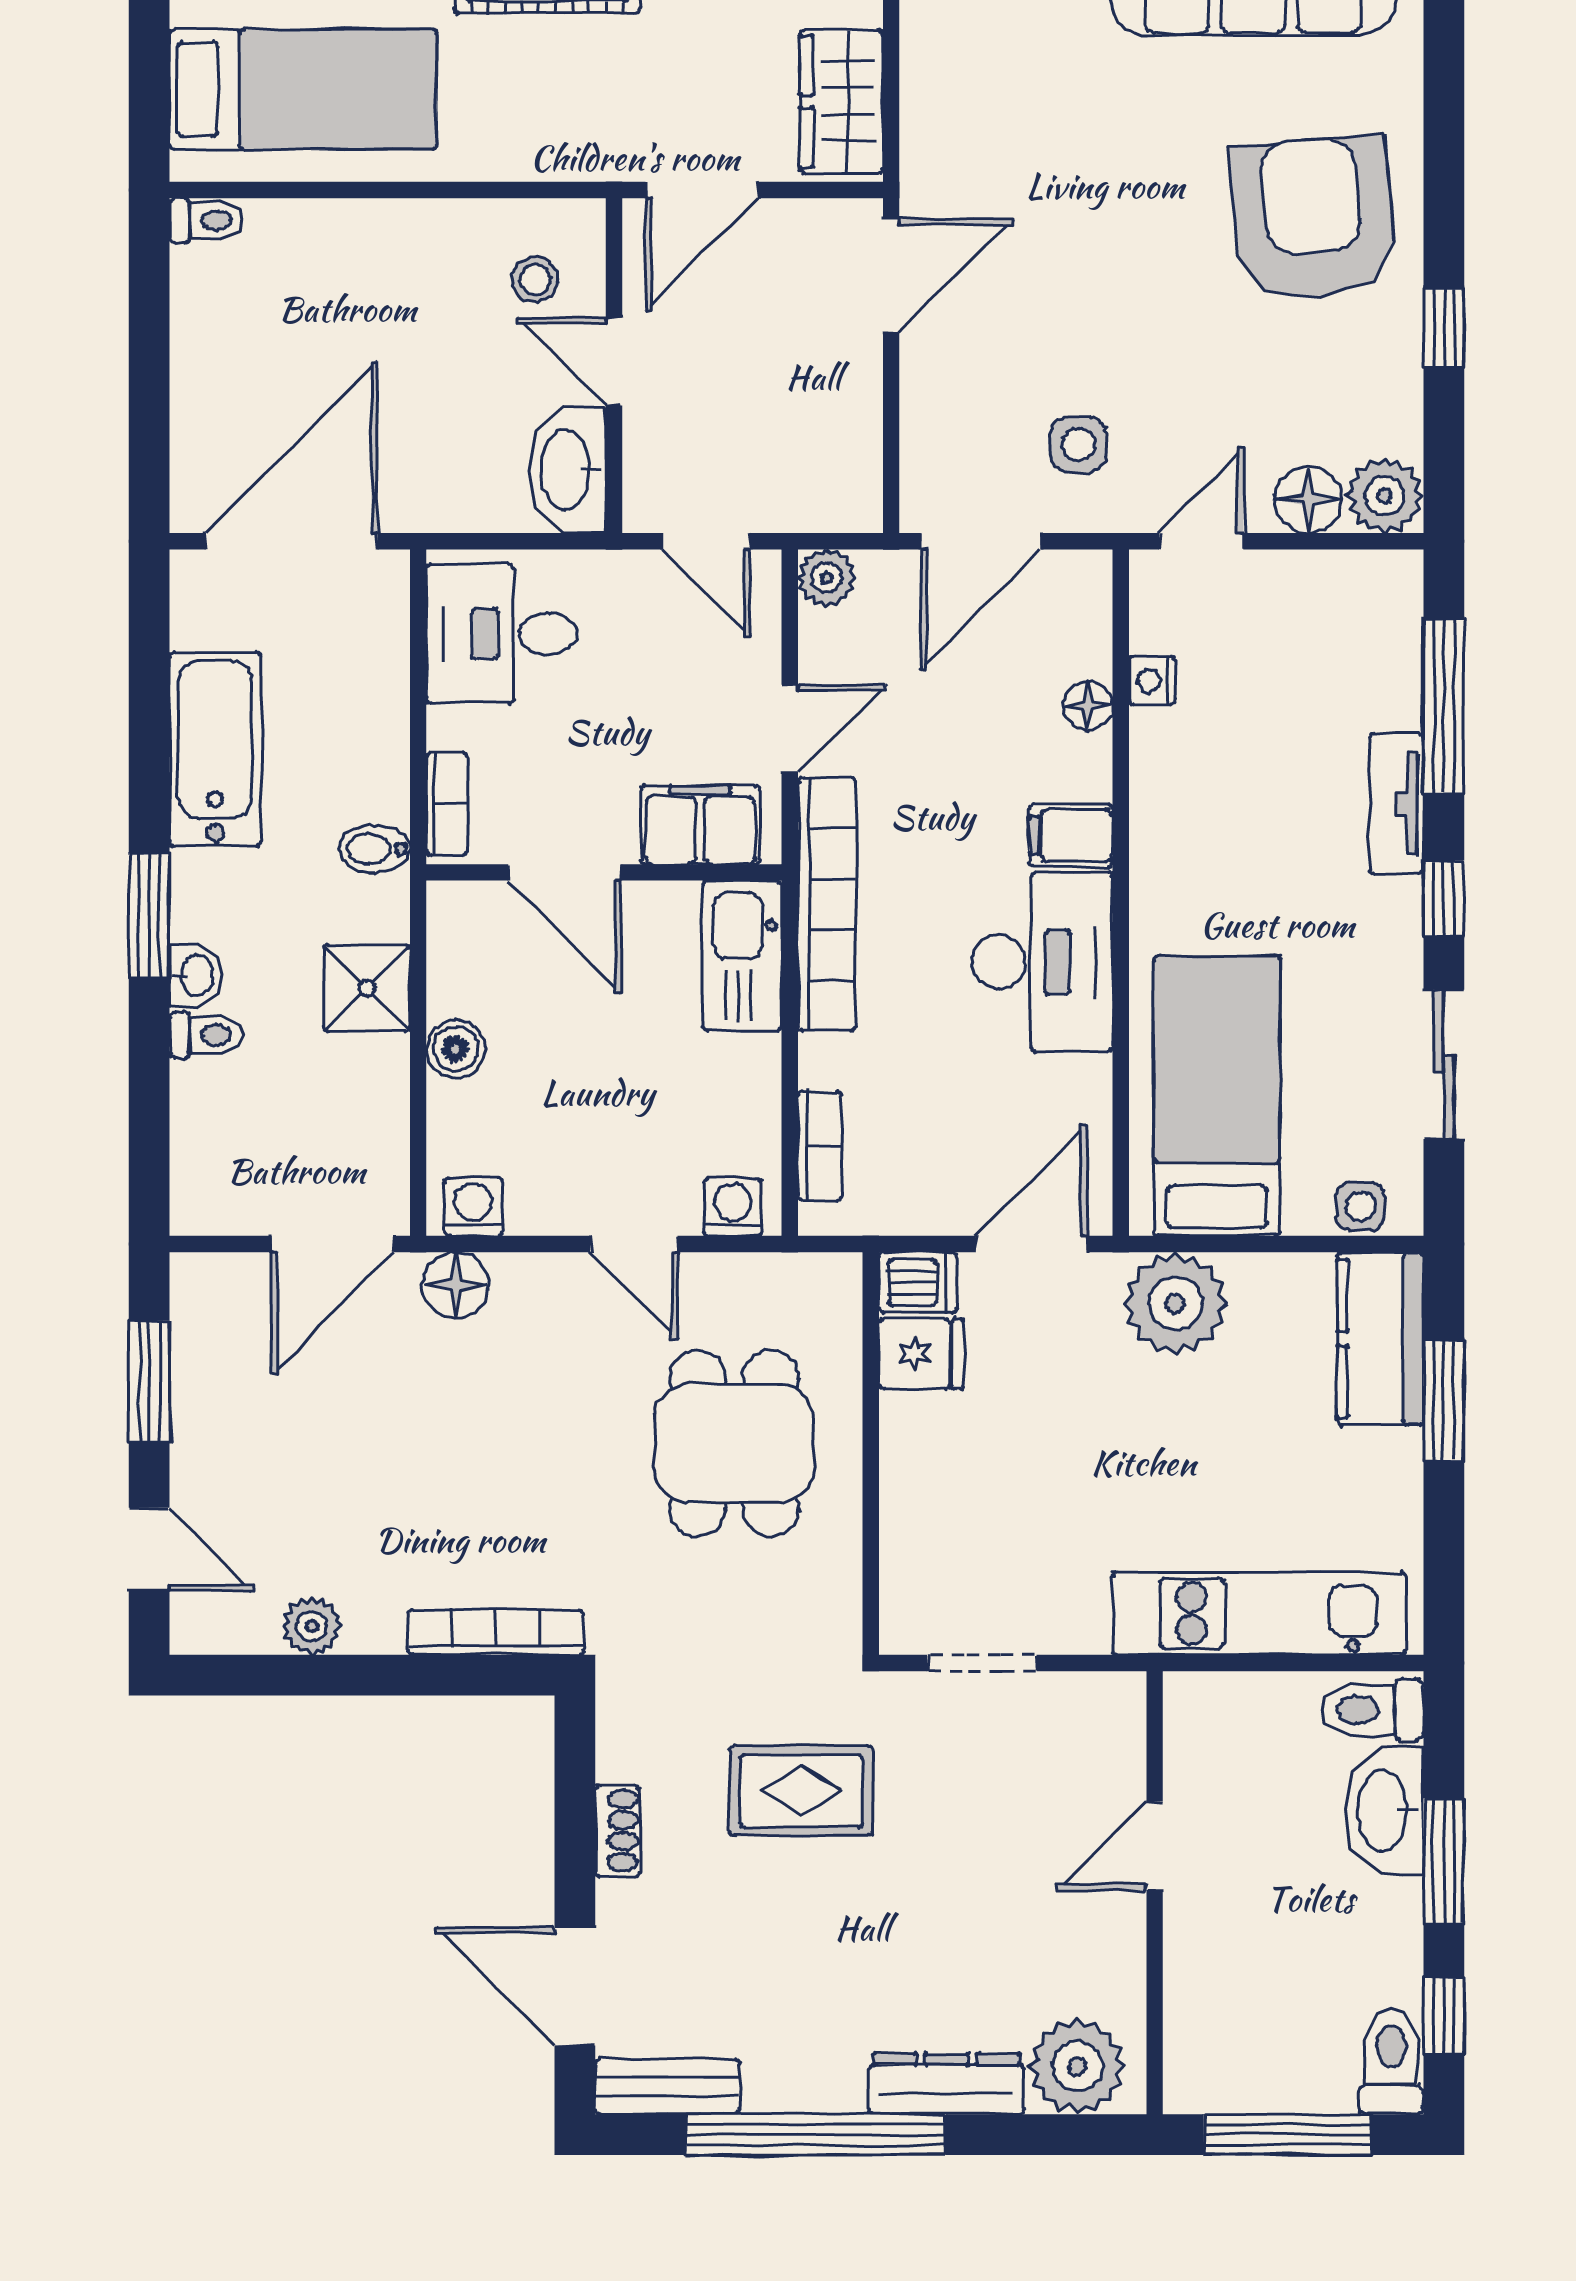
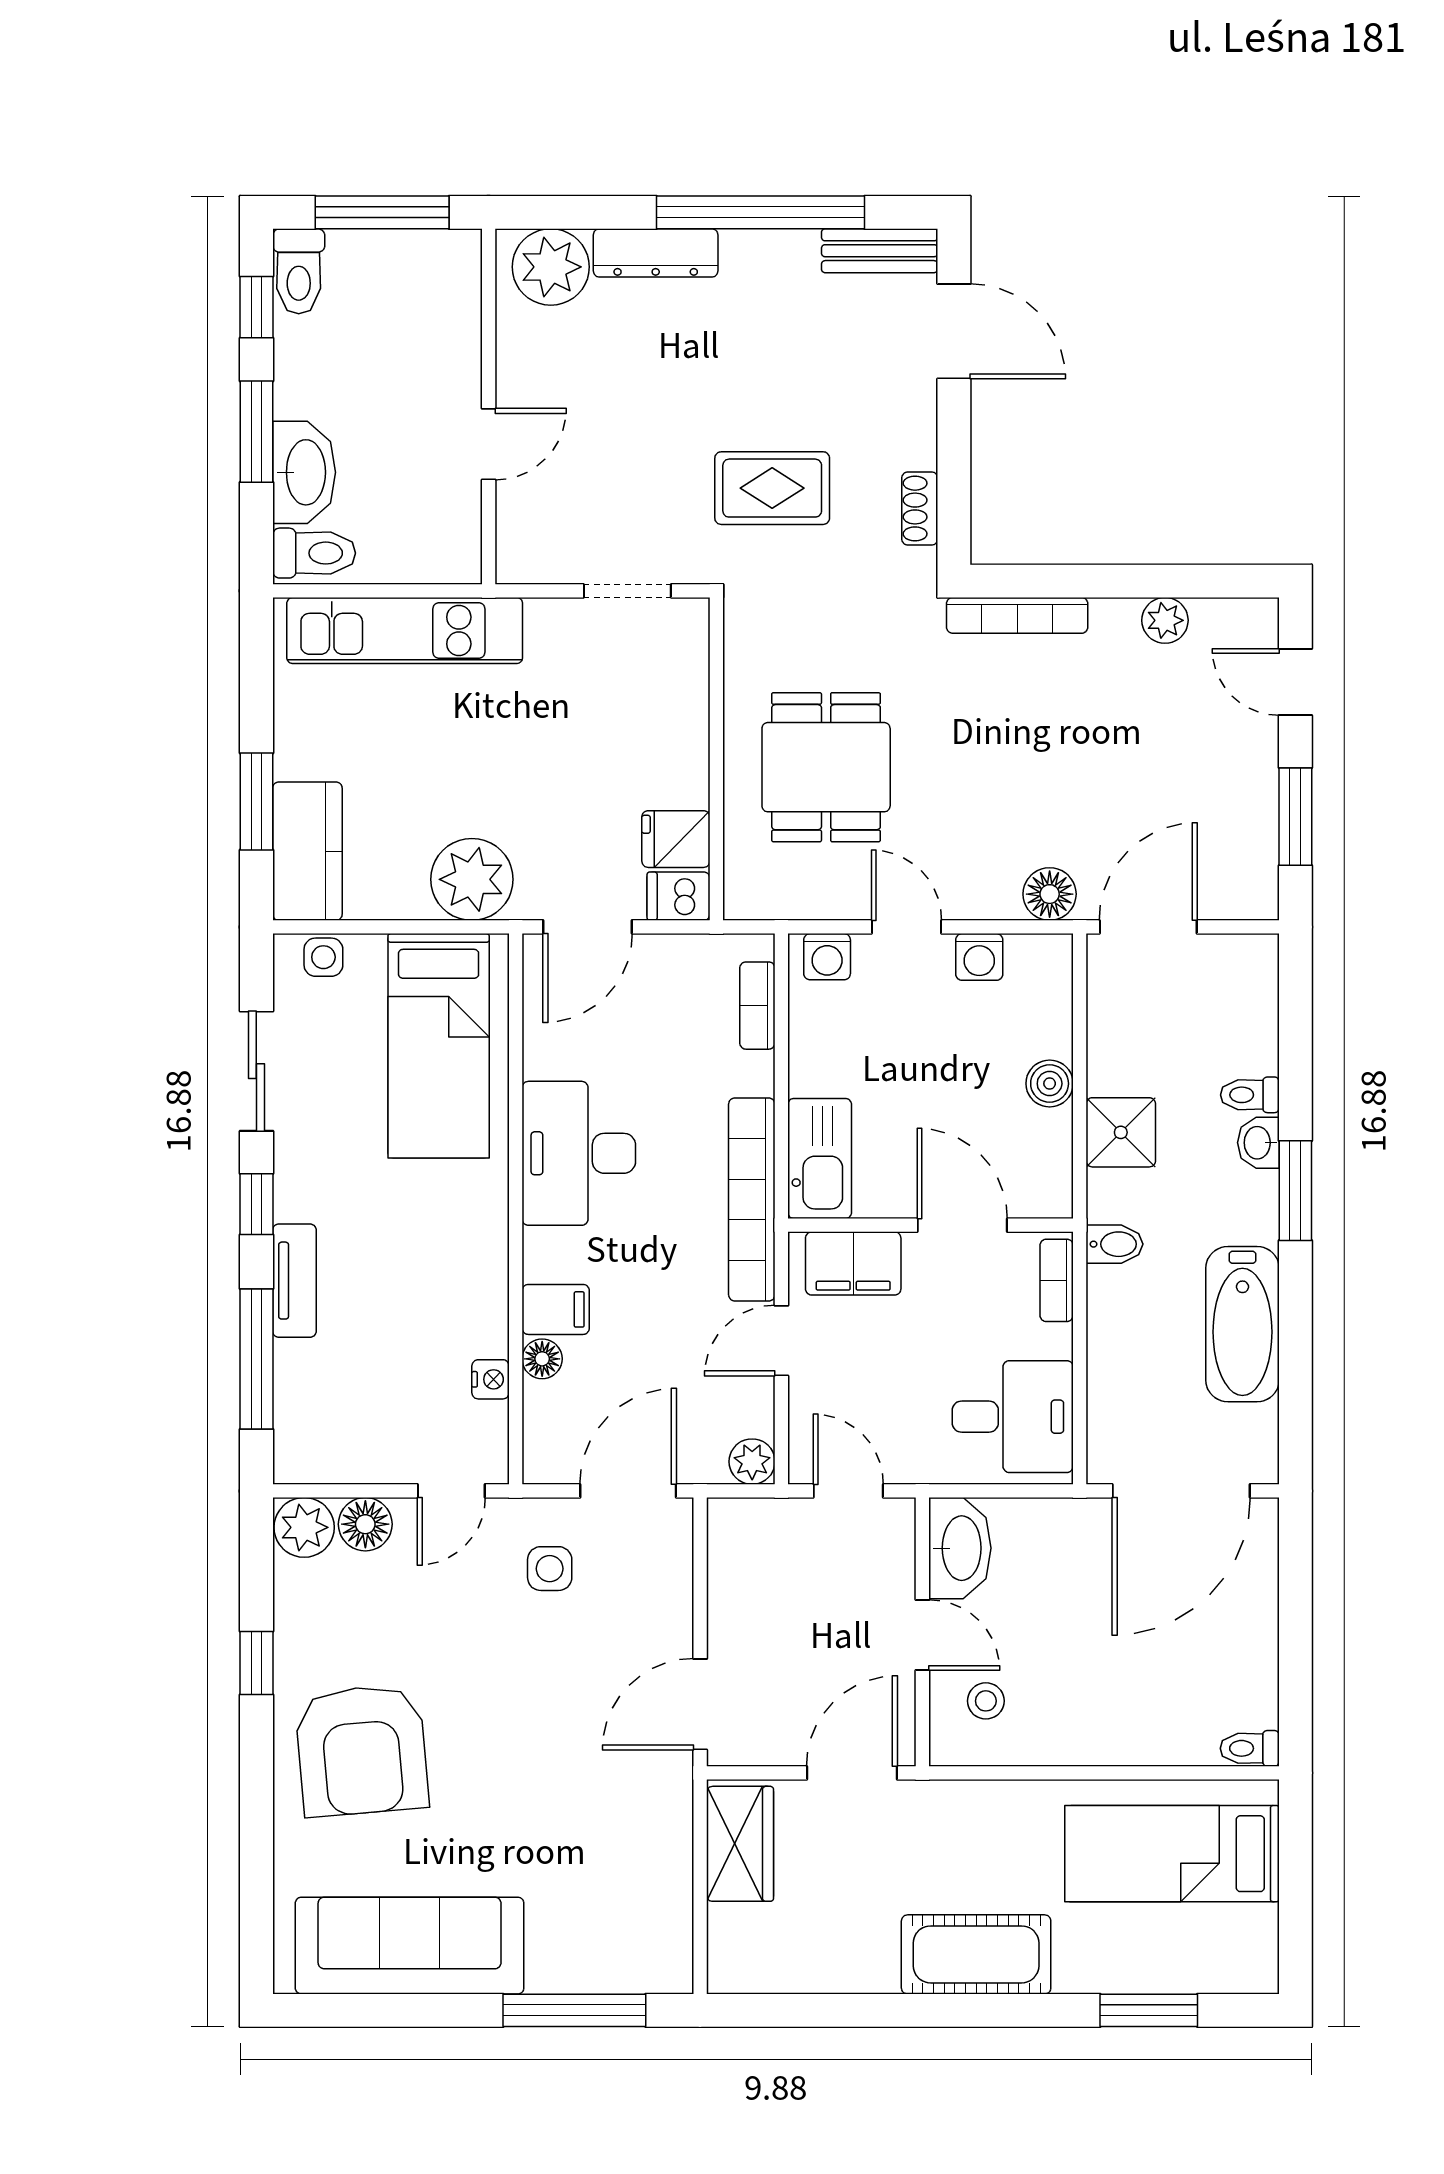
filing cabinet: (1071, 835) -> (556, 1309), moved
washing machine: (473, 1207) -> (979, 957), moved
shoe rack: (617, 1831) -> (920, 509), moved

